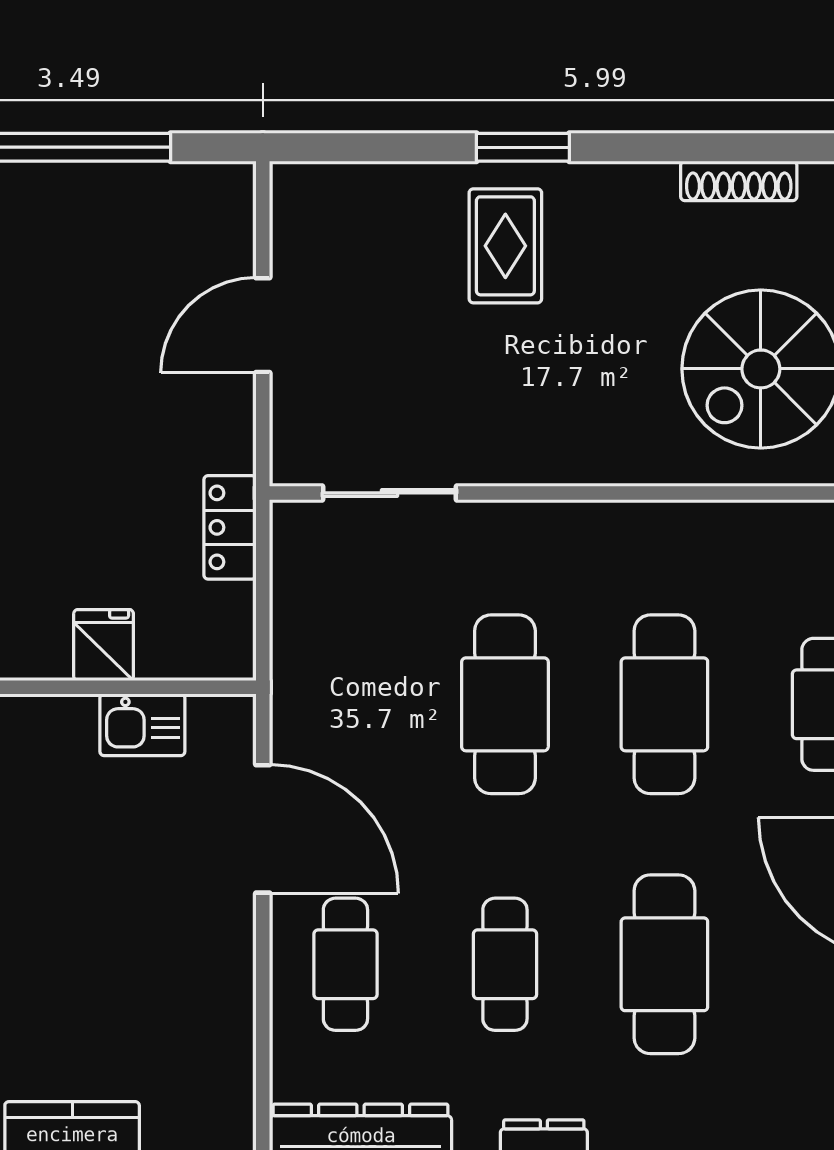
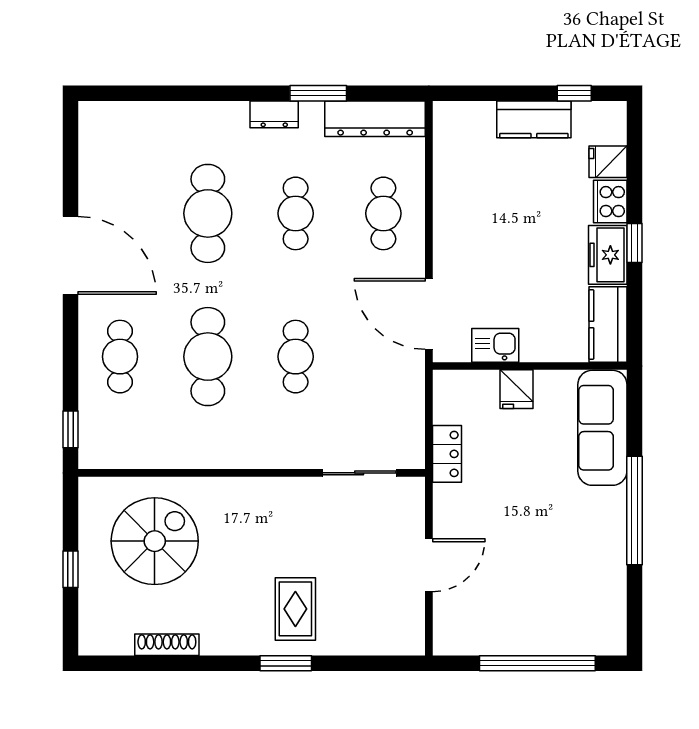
cafe table: (505, 704) -> (296, 357), width x0.73, depth x0.74
door: (263, 829) -> (429, 314), moved

